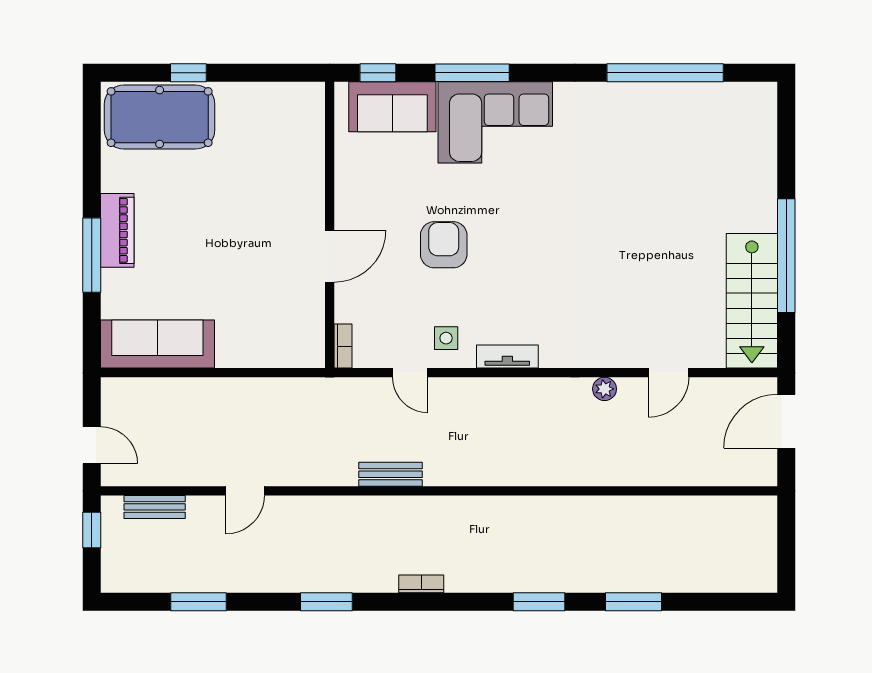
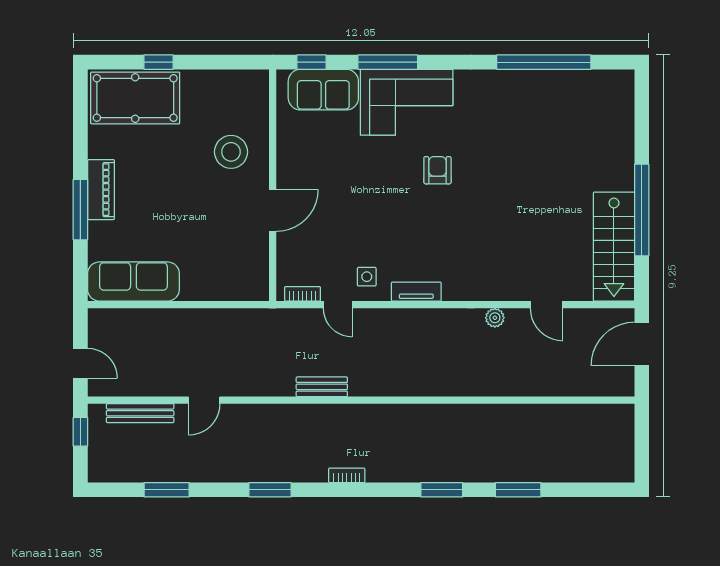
stool: (278, 184) -> (231, 152), added
armchair: (444, 245) -> (437, 170), moved, width x0.72, depth x0.72
bookcase: (343, 346) -> (303, 294), moved, turned -90
door: (669, 373) -> (547, 305), hinge flipped
bench: (155, 507) -> (140, 413), width x1.36

